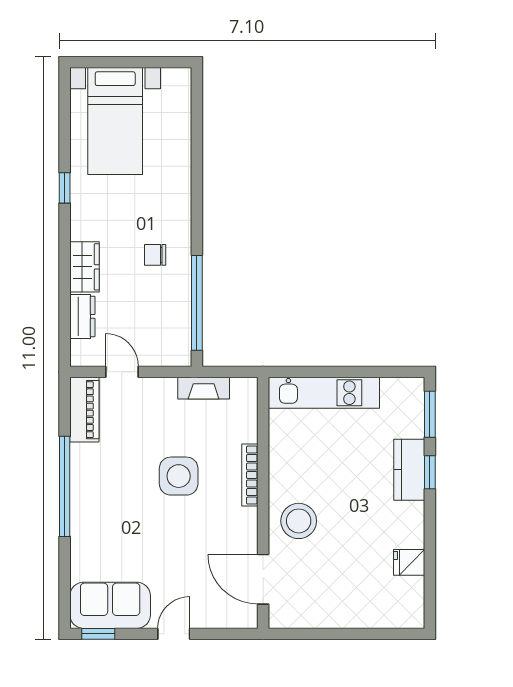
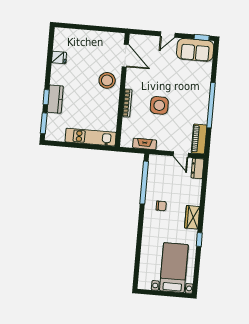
wardrobe: (85, 267) -> (192, 217), moved
dresser: (82, 316) -> (197, 168), moved

